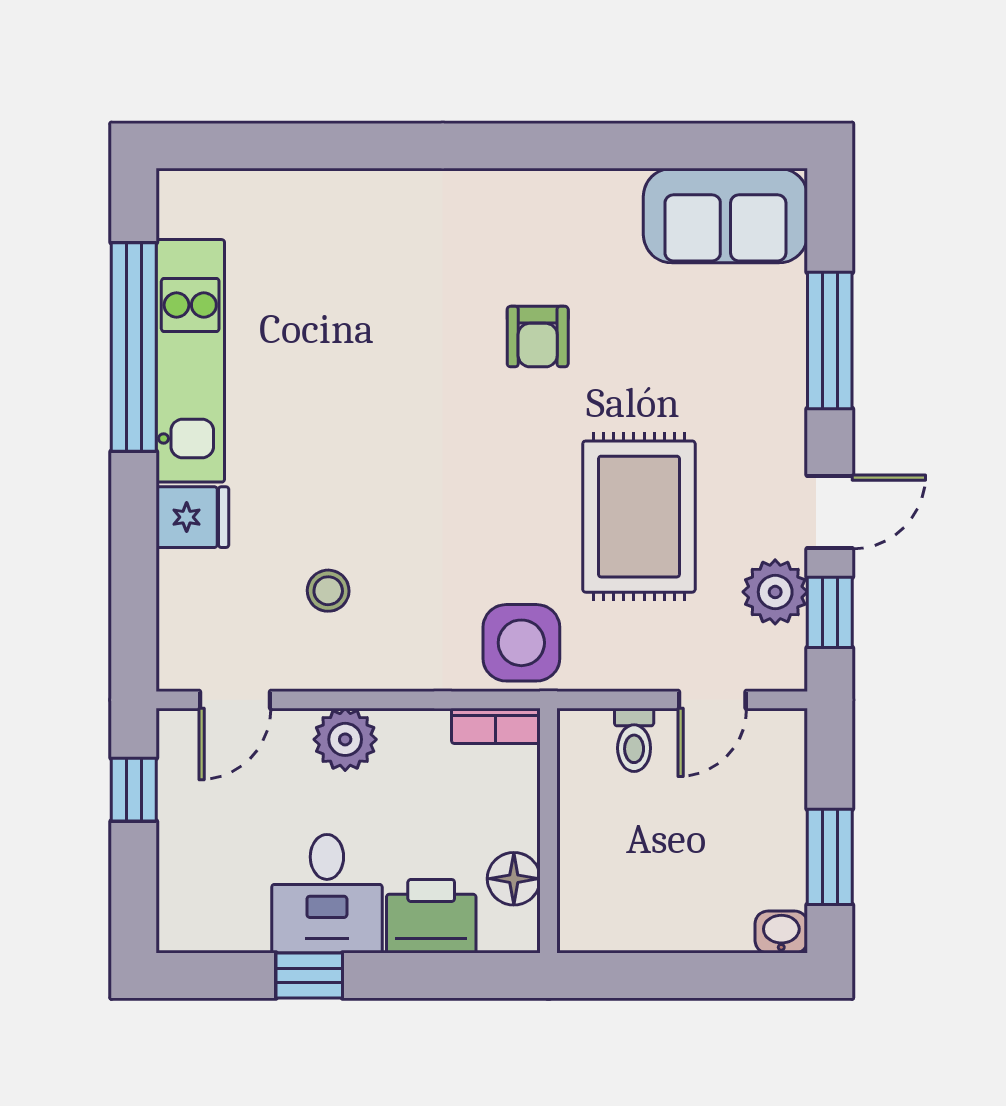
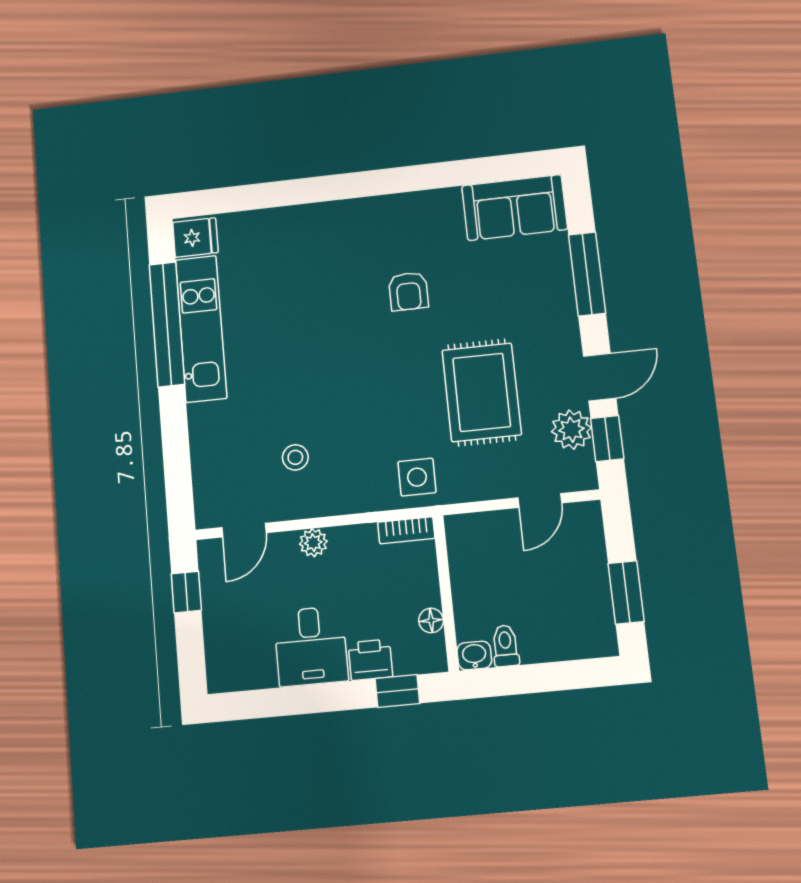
fridge: (192, 517) -> (195, 237), moved
side table: (521, 643) -> (417, 477), width x0.73, depth x0.73
plant: (345, 739) -> (313, 543), width x0.73, depth x0.73
toilet: (634, 740) -> (505, 646), moved, turned 180
floor lamp: (514, 879) -> (431, 620), width x0.73, depth x0.73
printer: (431, 916) -> (370, 660), width x0.73, depth x0.81
washbasin: (781, 932) -> (474, 656), moved
window: (309, 975) -> (397, 691), moved

